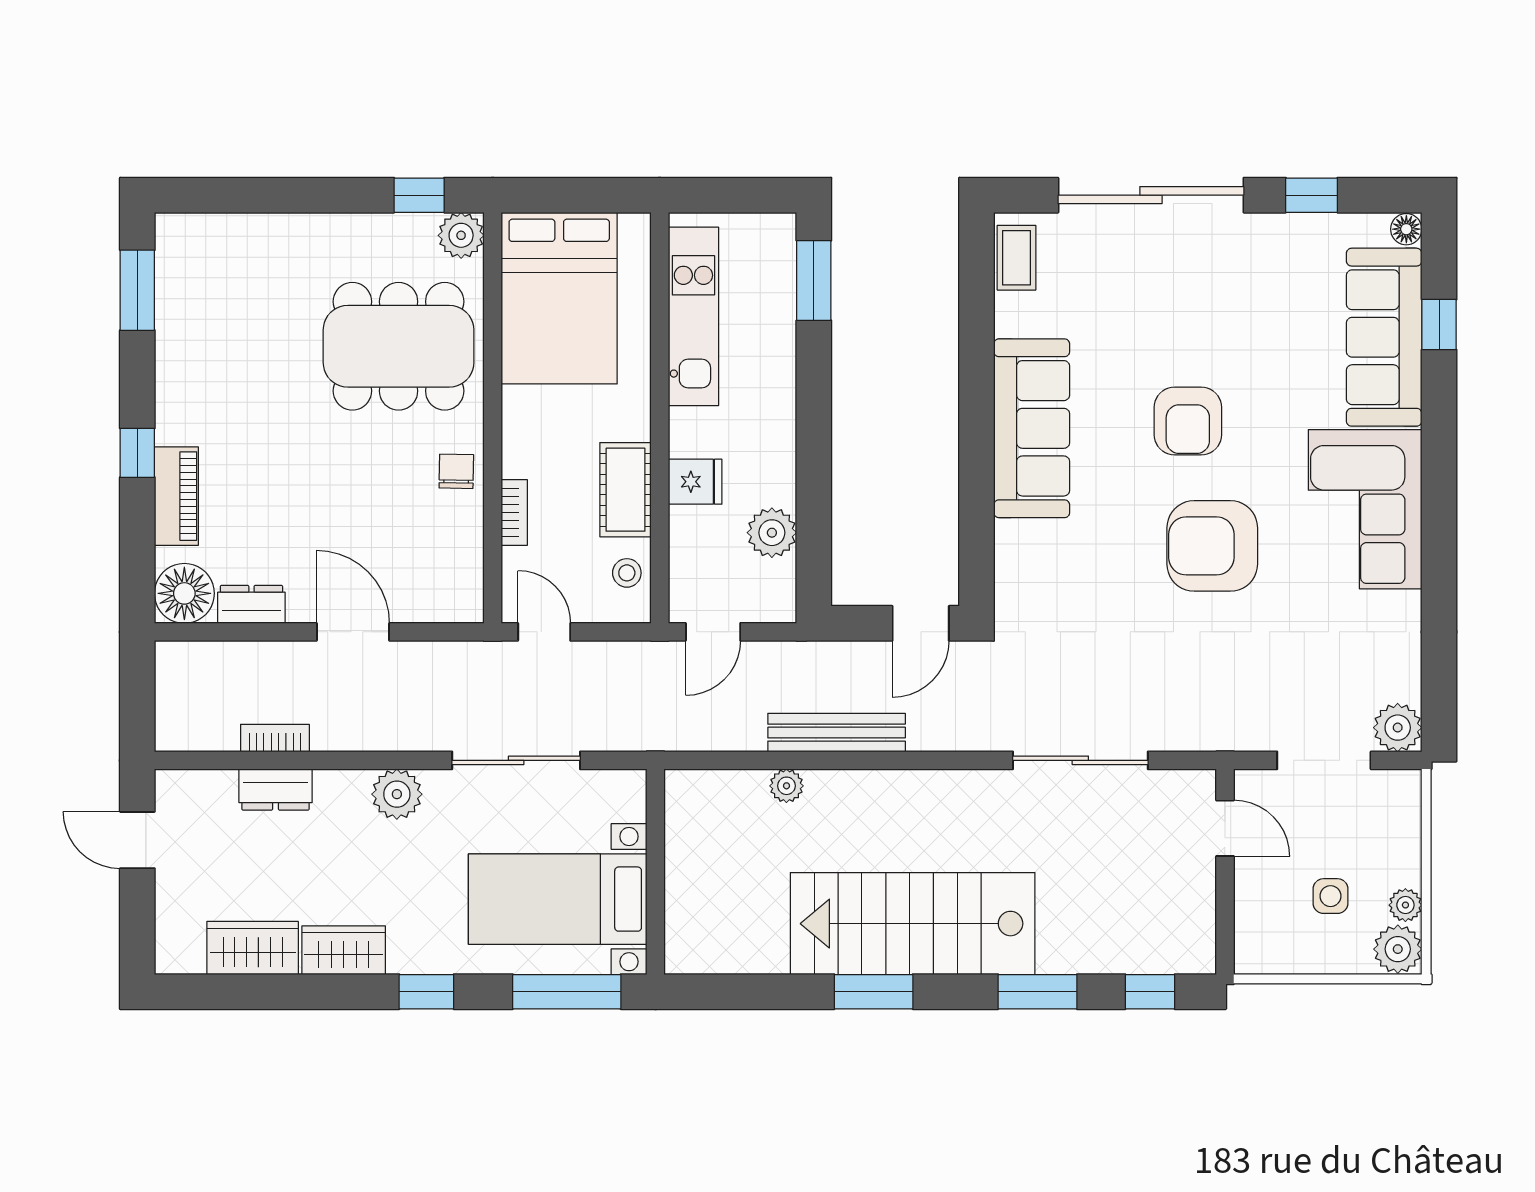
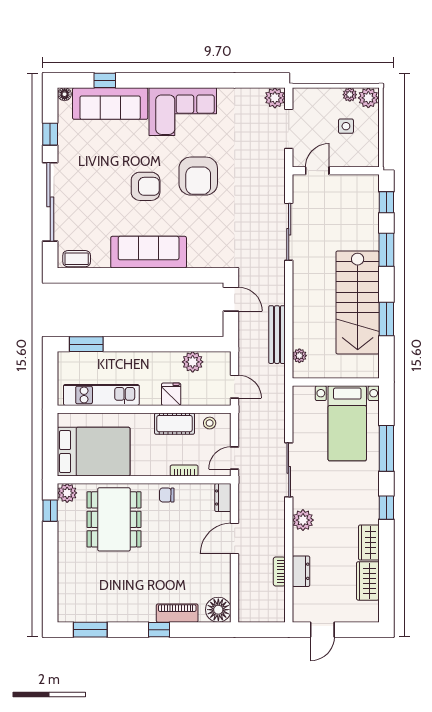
dresser: (251, 604) -> (223, 497), moved
wall: (655, 872) -> (336, 382), moved
bed with nightstands: (558, 899) -> (347, 423), moved

